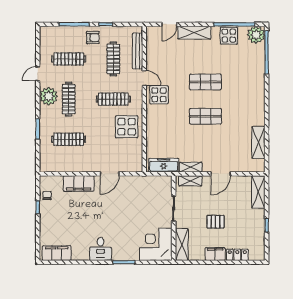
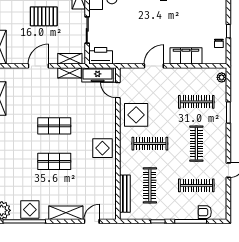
armchair: (93, 38) -> (205, 212), moved
door: (144, 78) -> (118, 90), moved
plant: (49, 96) -> (222, 77), moved, width x0.53, depth x0.53
printer: (161, 184) -> (101, 56), added
pallet: (216, 222) -> (44, 16), width x1.50, depth x1.42

